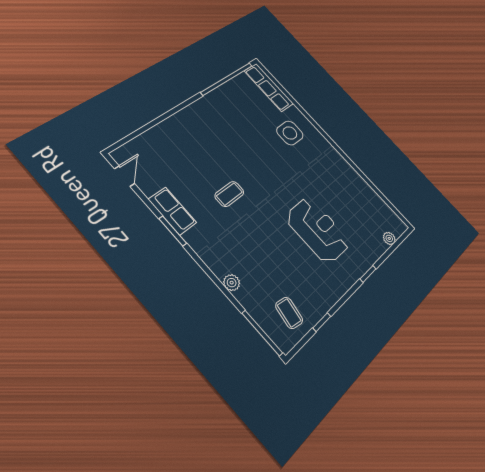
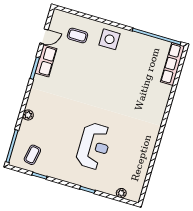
side table: (290, 133) -> (110, 39), moved
door: (124, 176) -> (44, 36), moved
coffee table: (229, 194) -> (77, 35), moved

